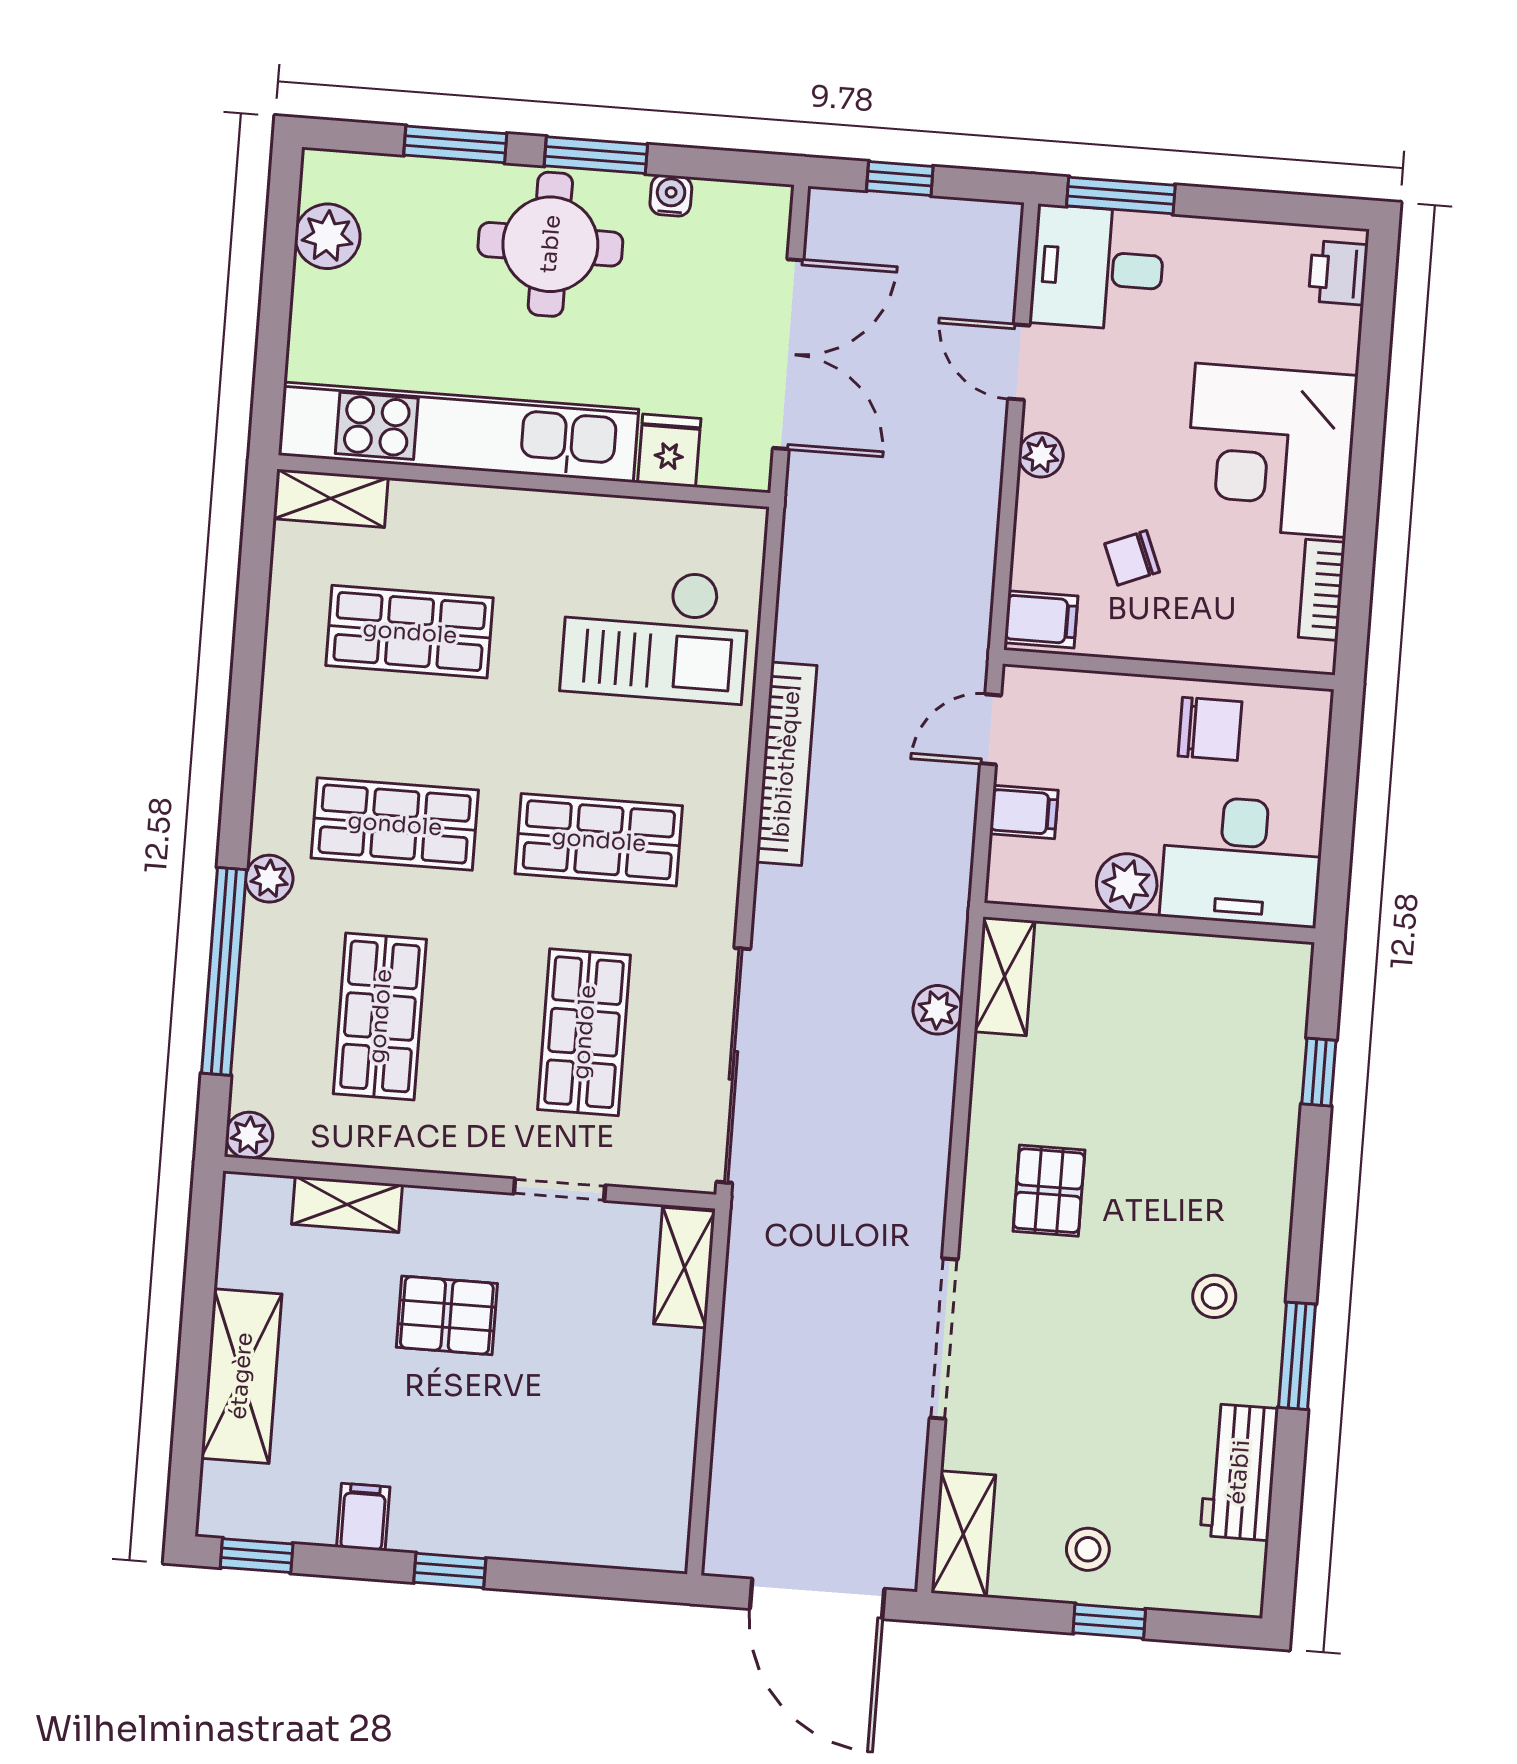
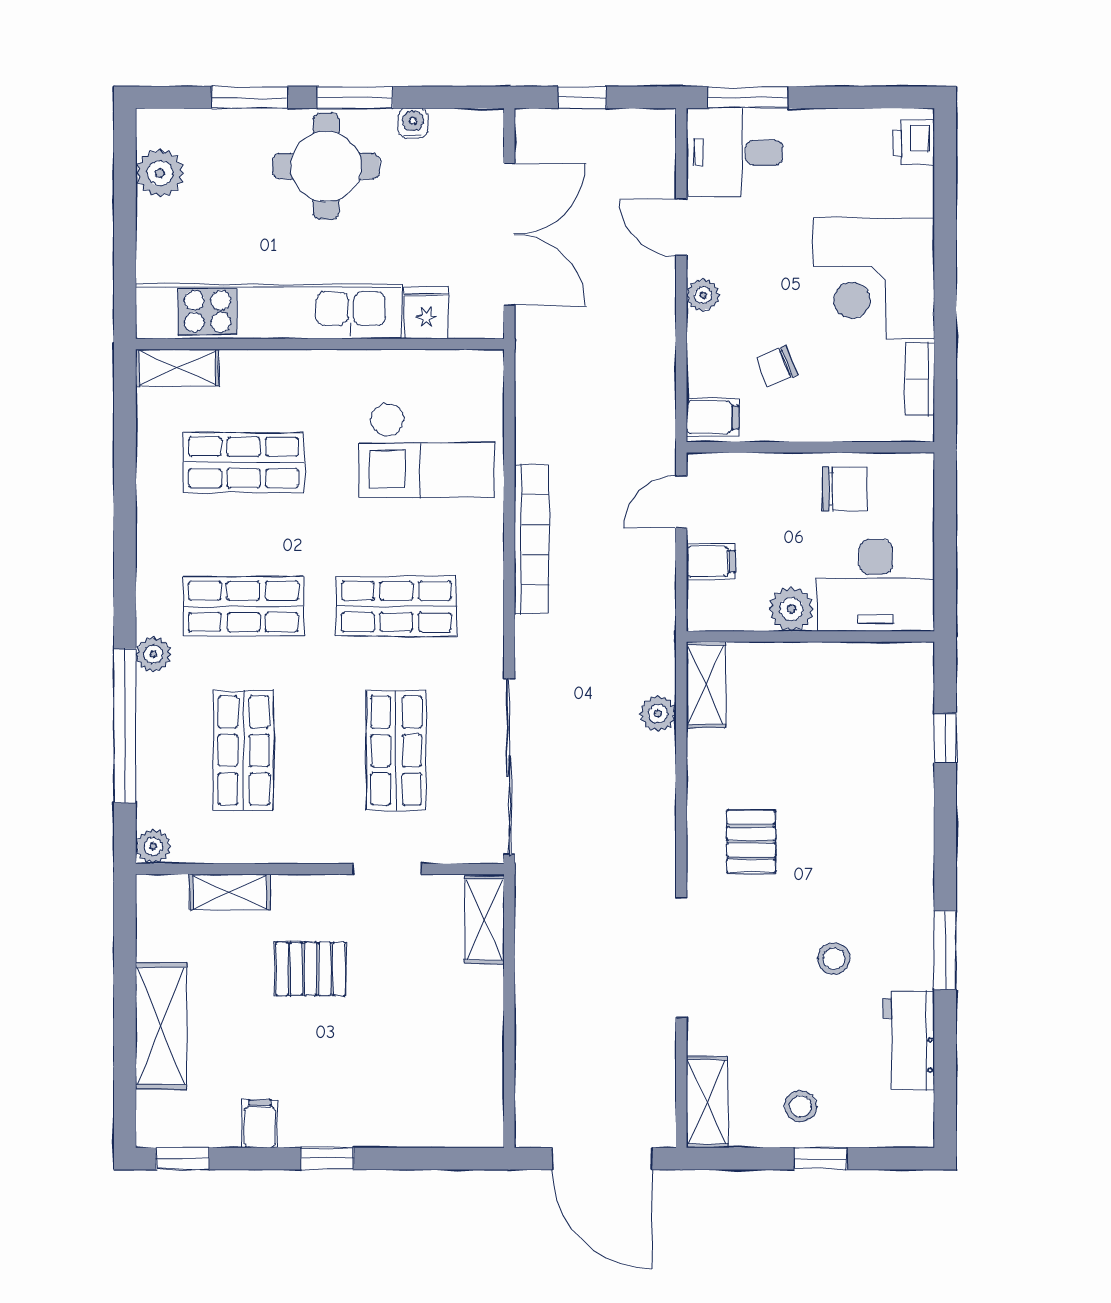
stool: (1214, 1296) -> (834, 959), moved

